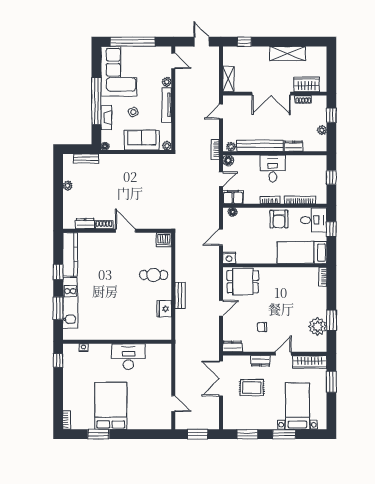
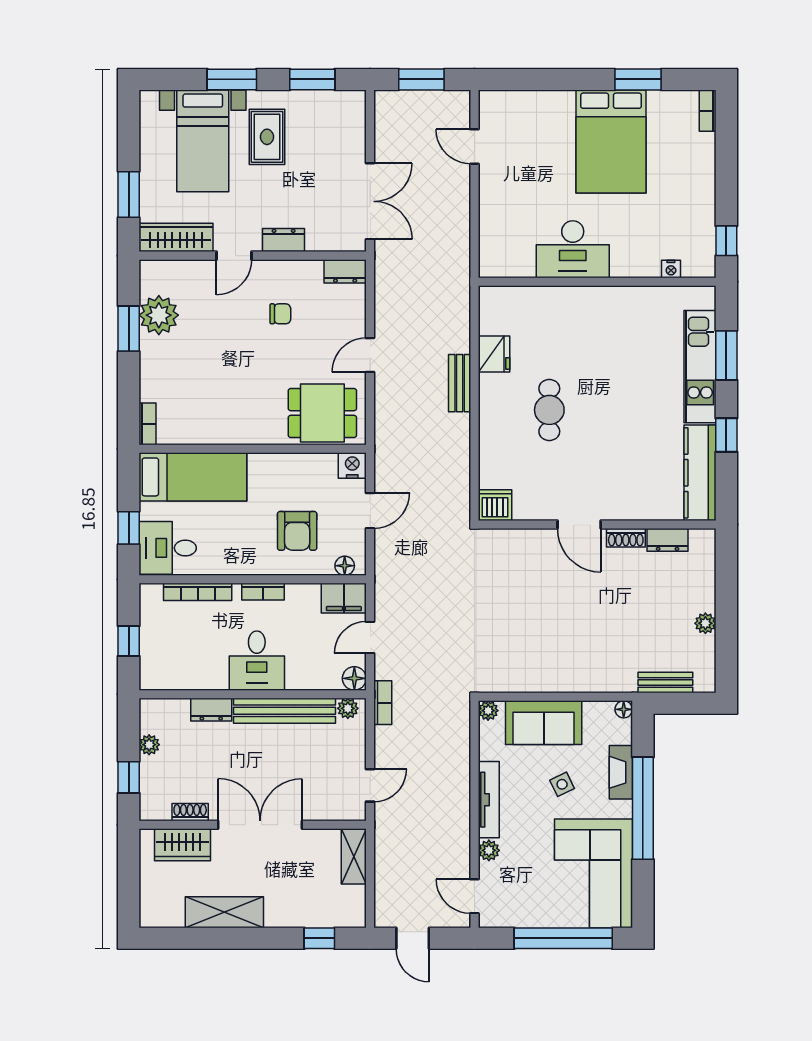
armchair: (279, 219) -> (297, 531), moved, turned 180
cafe table: (154, 275) -> (549, 410), moved, turned 90
rug: (252, 388) -> (267, 137), moved, turned 90

